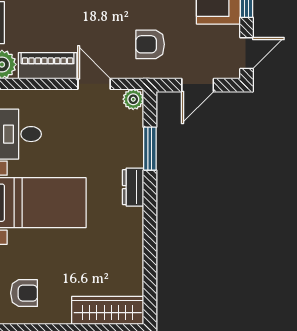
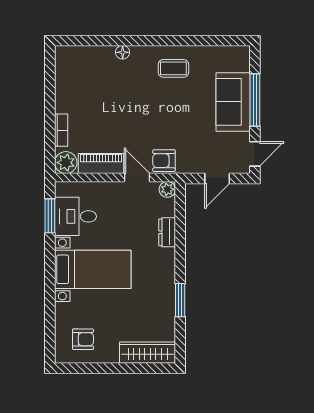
armchair: (150, 44) -> (164, 161), moved
window: (150, 149) -> (180, 300), moved
dresser: (133, 187) -> (167, 232), moved

